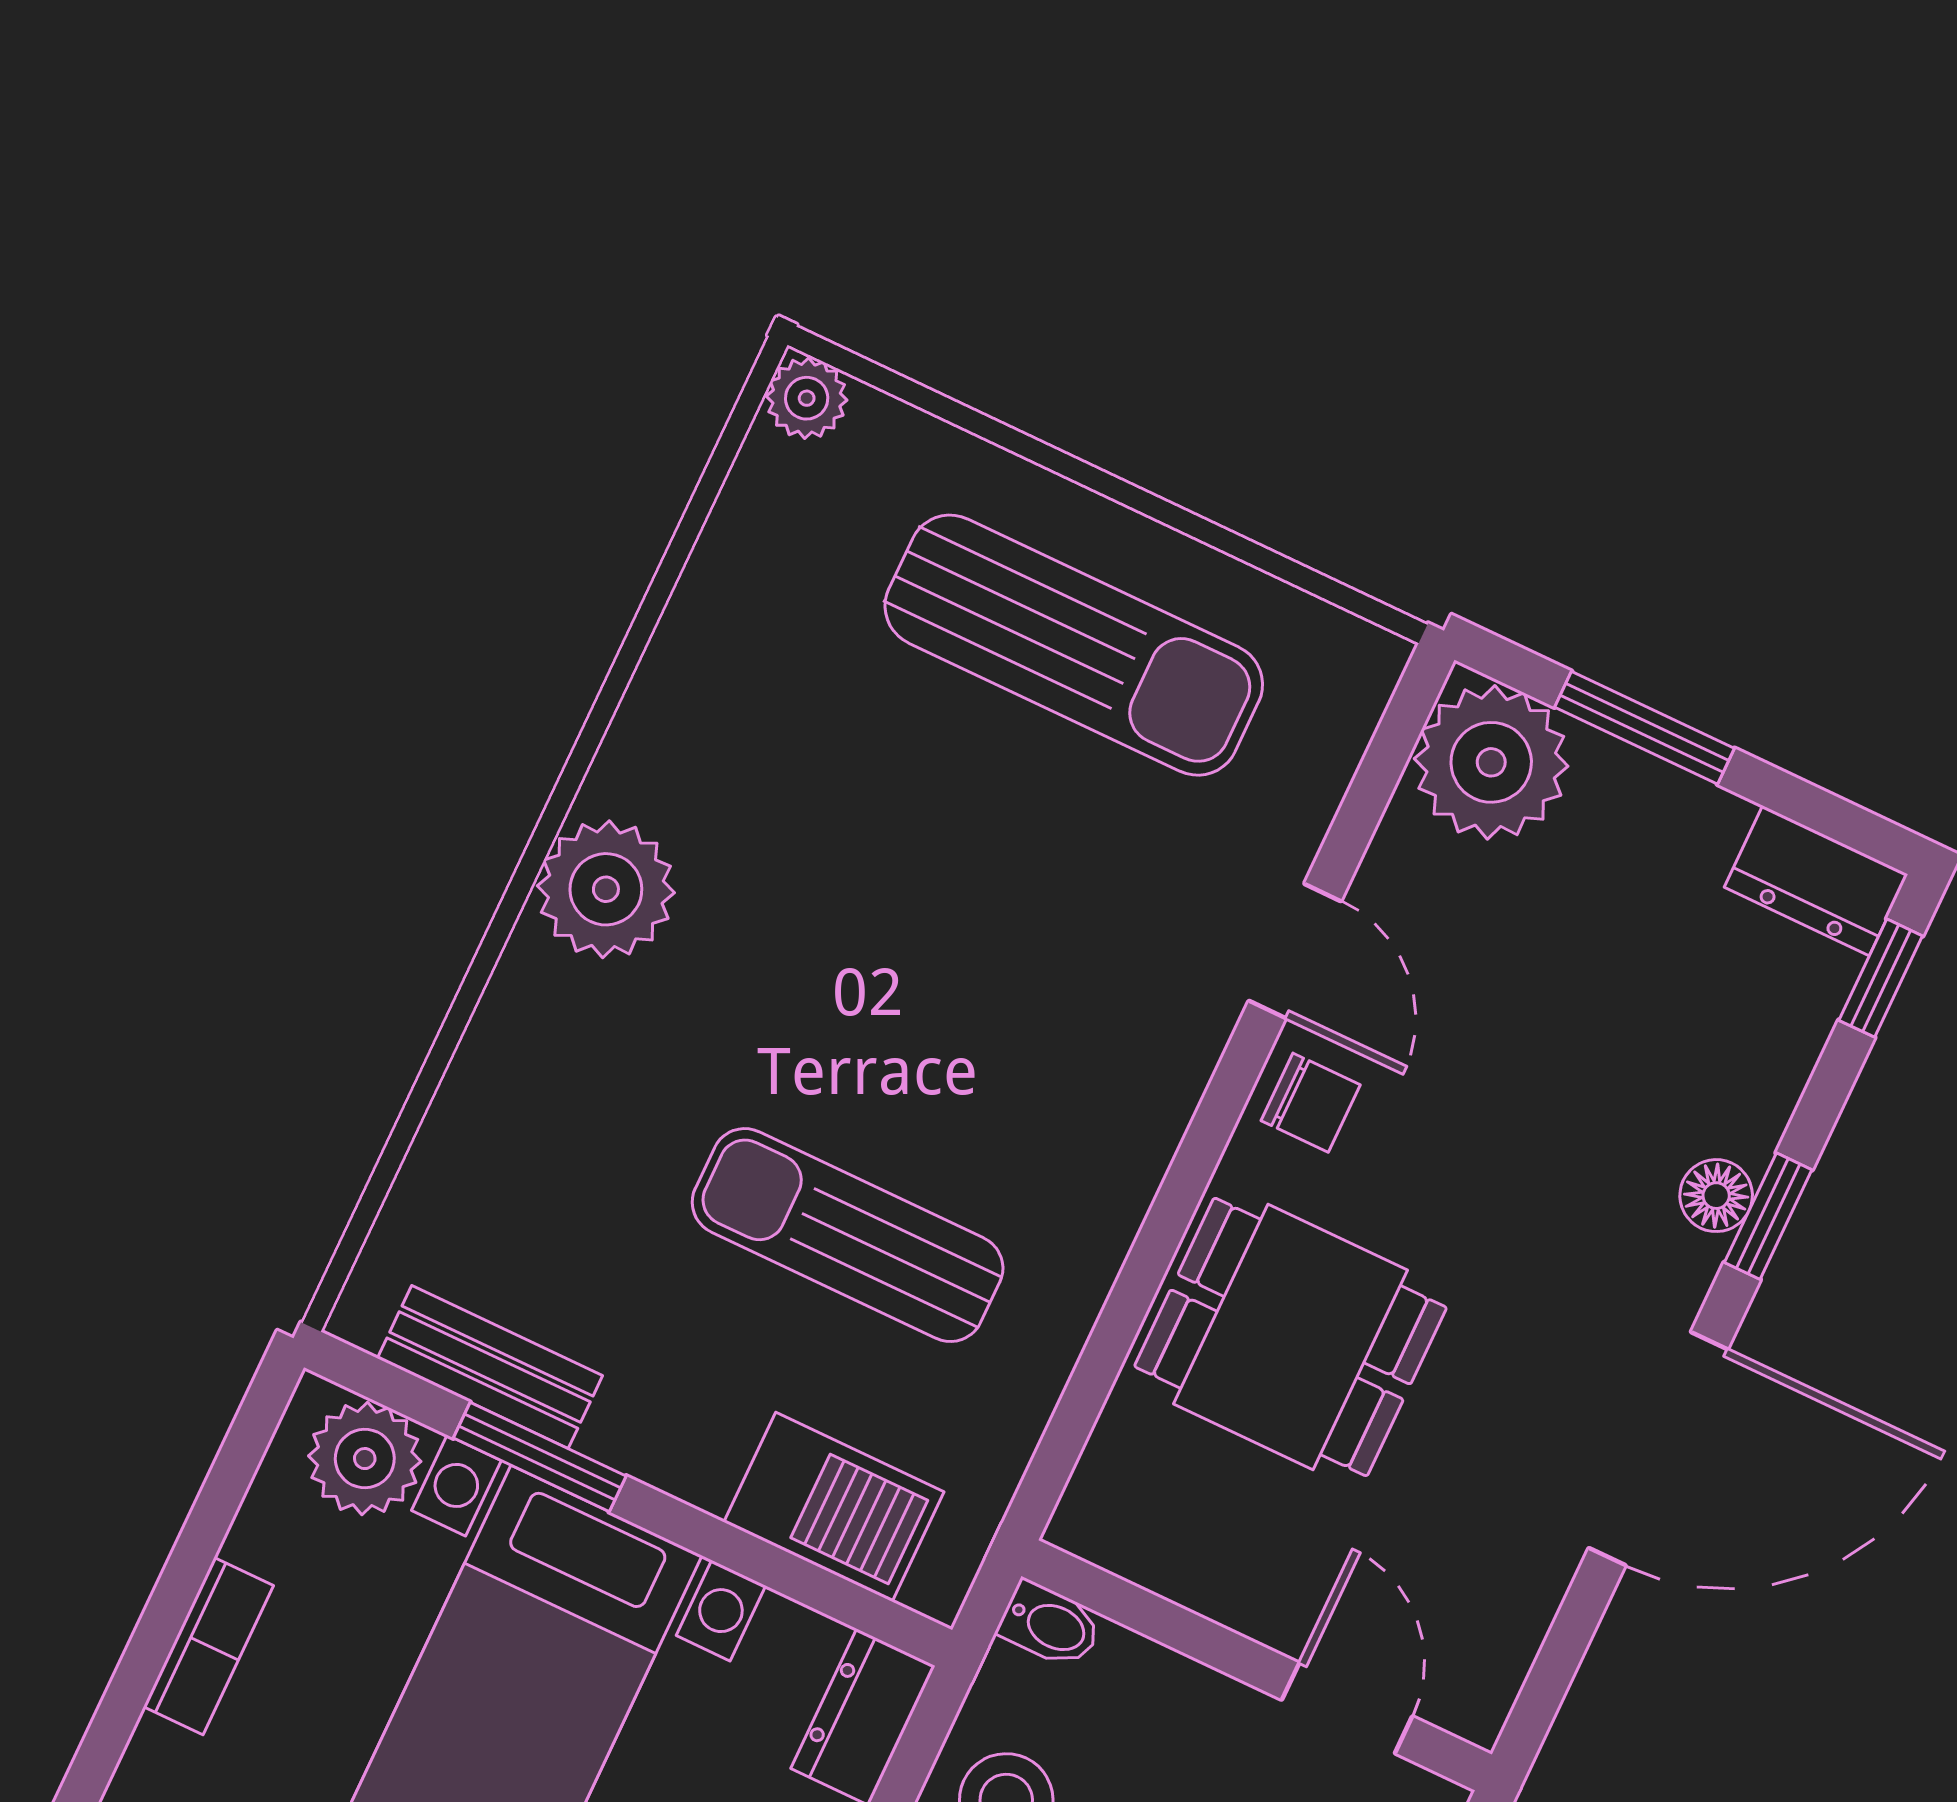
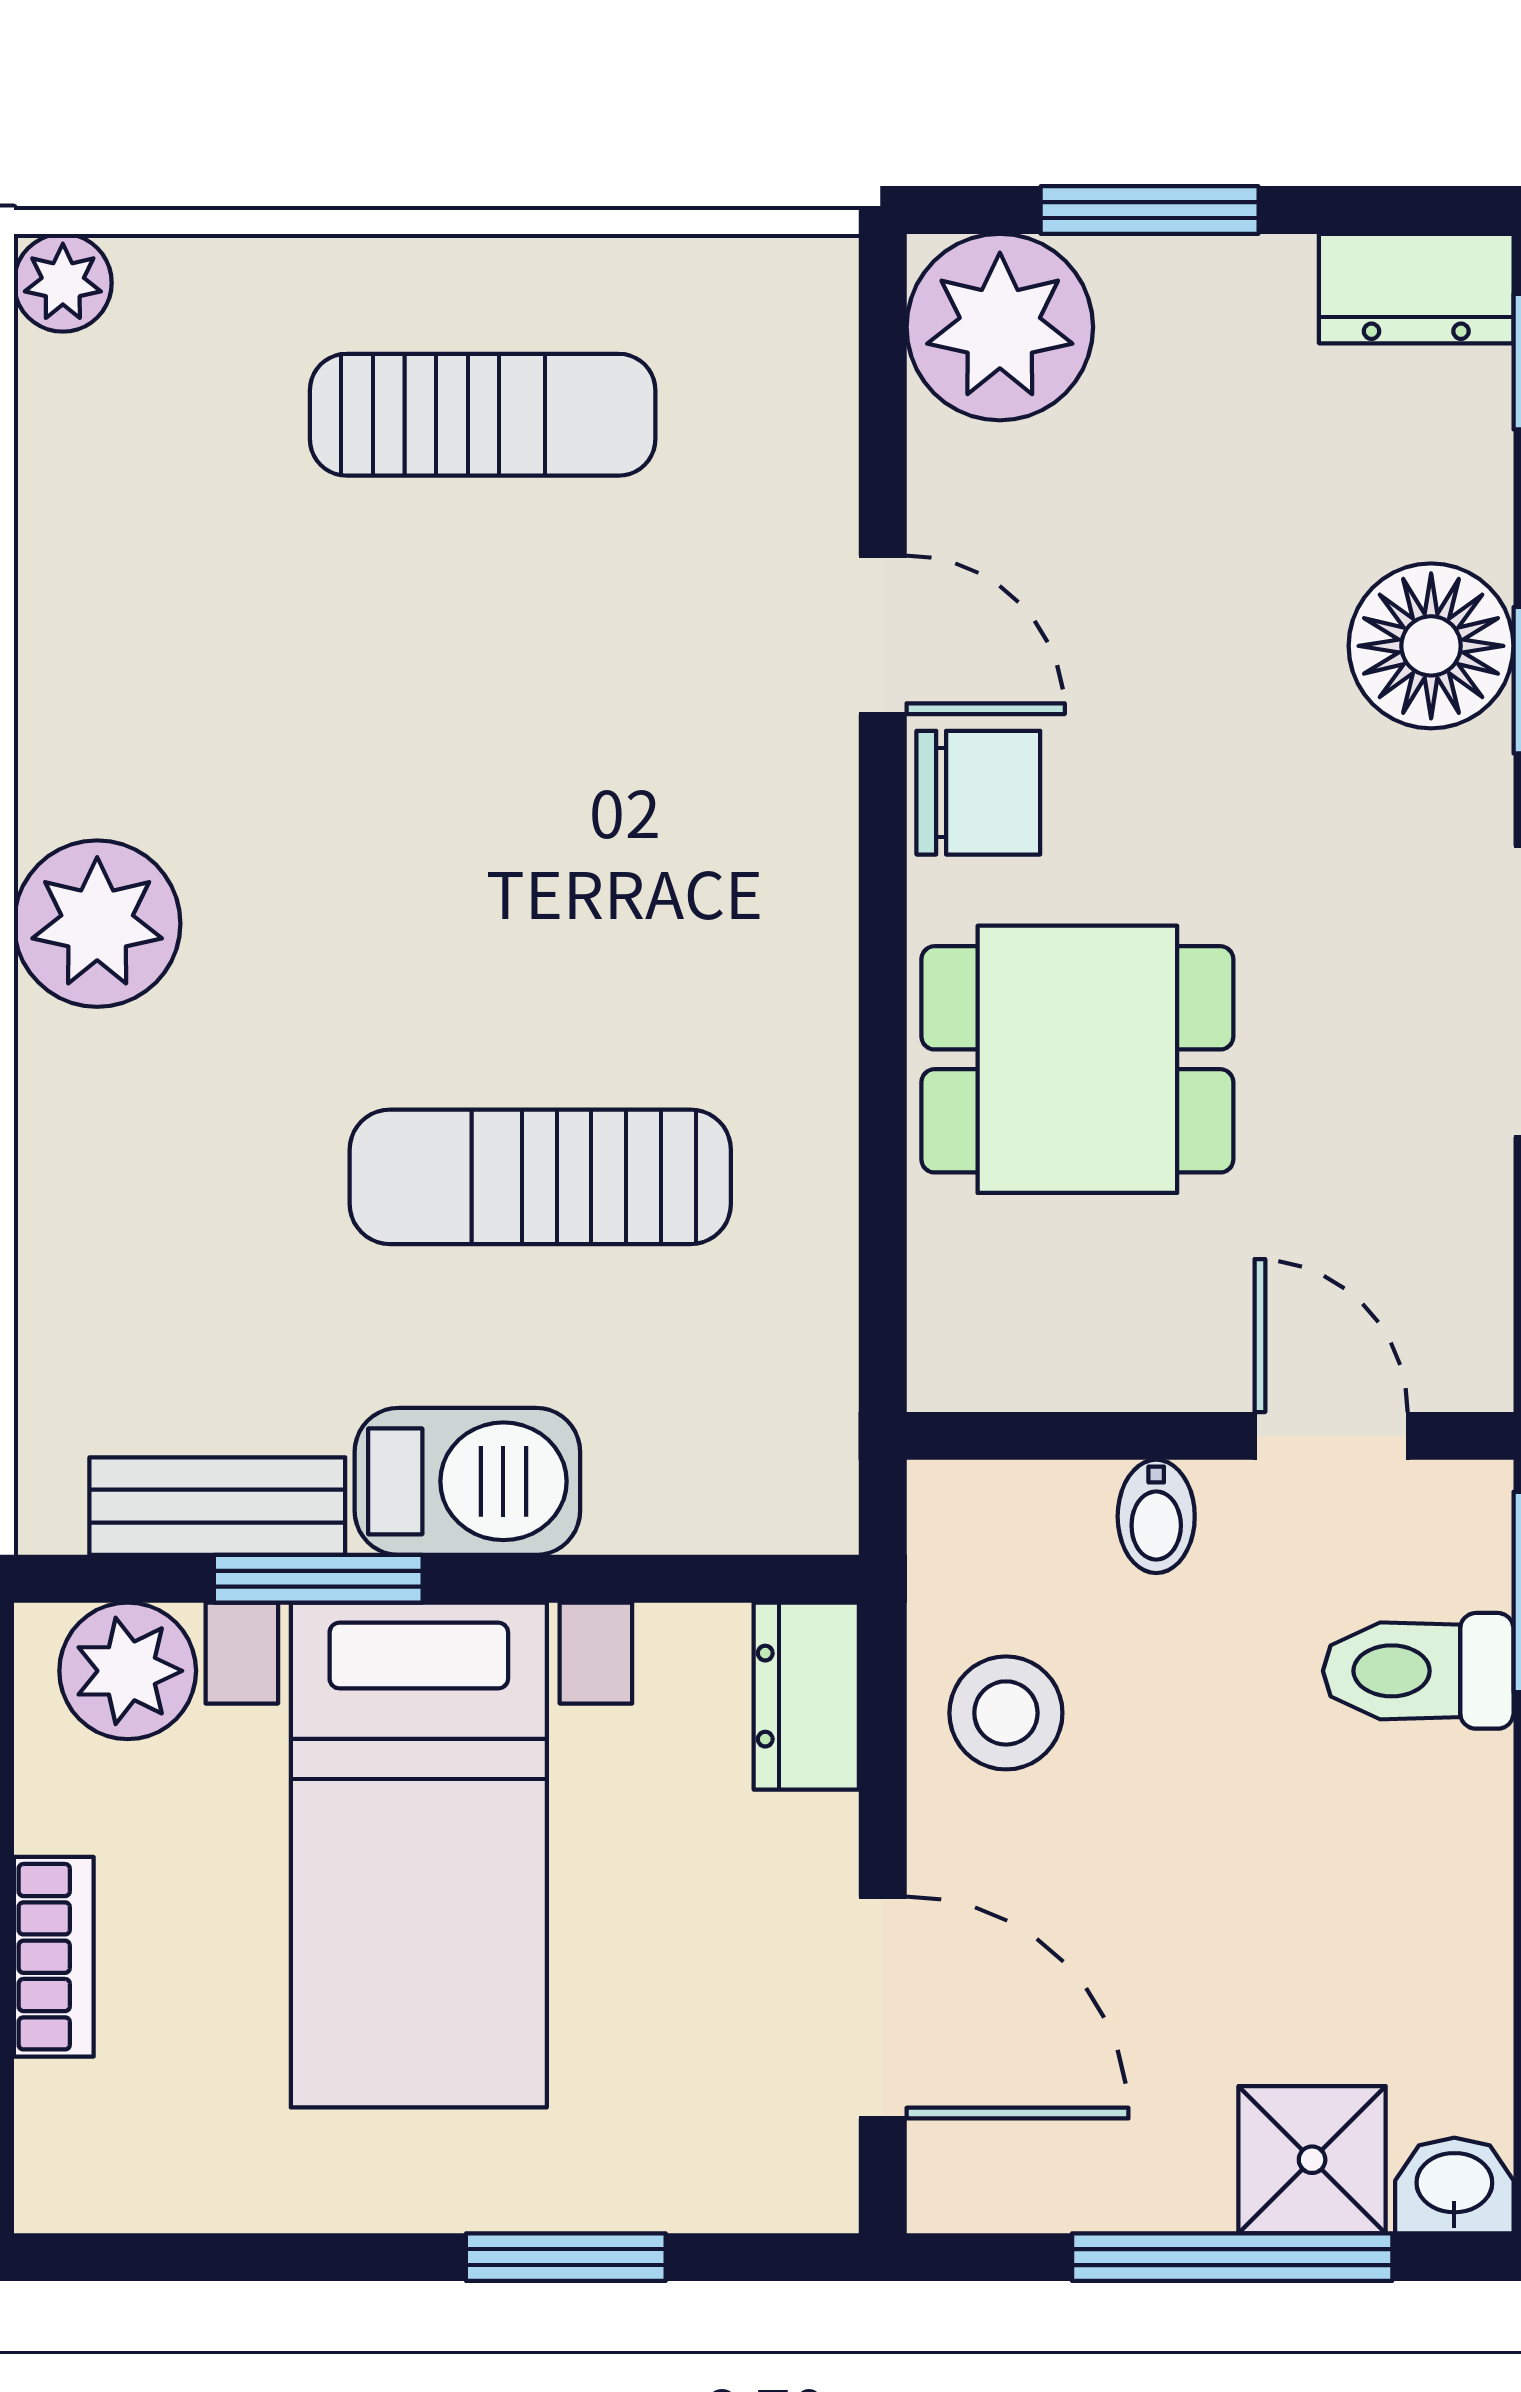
sun lounger: (1074, 645) -> (483, 415), width x0.73, depth x0.75
chair: (1311, 1103) -> (978, 793), width x1.37, depth x1.37
floor lamp: (1716, 1196) -> (1431, 646), width x1.89, depth x1.89
barbecue: (834, 1507) -> (467, 1481), moved
bidet: (1050, 1625) -> (1156, 1516), moved, turned 90

